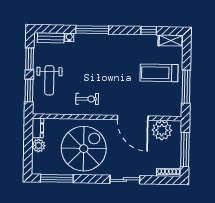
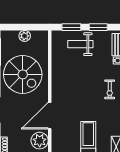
exercise bike: (87, 99) -> (110, 89), moved
dresser: (38, 128) -> (40, 35), removed

